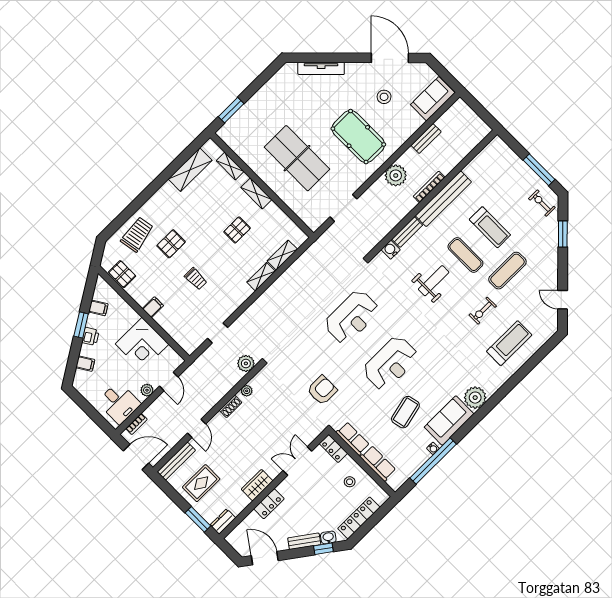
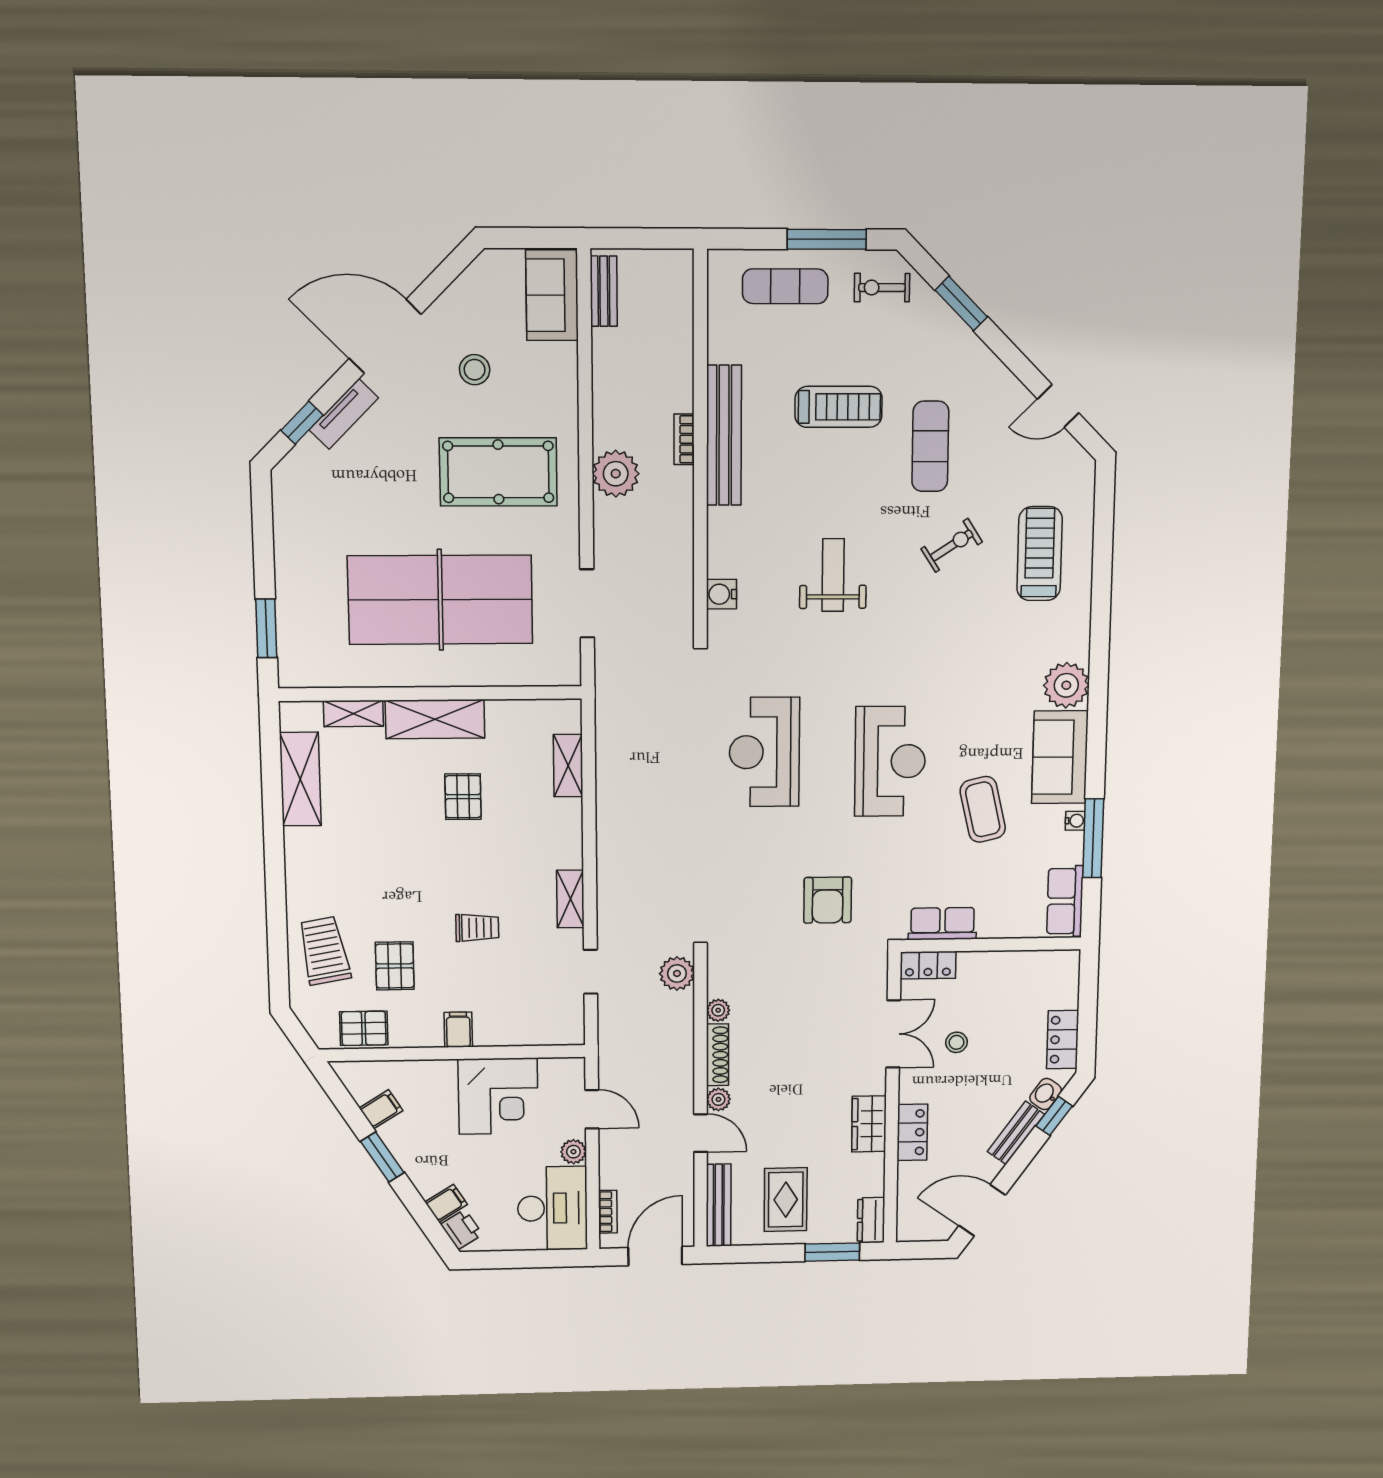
window: (312, 58) -> (302, 423), added
door: (390, 58) -> (385, 336), moved
tv unit: (321, 68) -> (344, 414), width x0.71
bench: (426, 139) -> (604, 291), moved
table tennis table: (297, 158) -> (440, 600), width x1.36, depth x1.32
bookcase: (429, 187) -> (684, 439), width x0.64
shelving: (256, 193) -> (435, 719), width x1.50, depth x1.33
bench: (407, 232) -> (720, 542), removed
pallet: (171, 244) -> (395, 966), moved
exercise mat: (465, 255) -> (785, 286), moved
shelving: (261, 277) -> (570, 899), moved
exercise bike: (483, 311) -> (952, 545), turned -123
reception desk: (352, 317) -> (764, 752), turned 180
printer: (90, 336) -> (462, 1229), moved
armchair: (322, 390) -> (828, 900), turned 180
desk: (119, 403) -> (552, 1208), width x1.37
shoe rack: (231, 406) -> (717, 1055), width x1.43
plant: (215, 423) -> (718, 1099), added
double door: (297, 461) -> (893, 1034), swing flipped
window: (433, 461) -> (1093, 838), width x0.68
row of seats: (378, 463) -> (1065, 901), moved, turned -90
stool: (350, 482) -> (957, 1042), moved
locker: (359, 518) -> (1063, 1040), width x0.66

